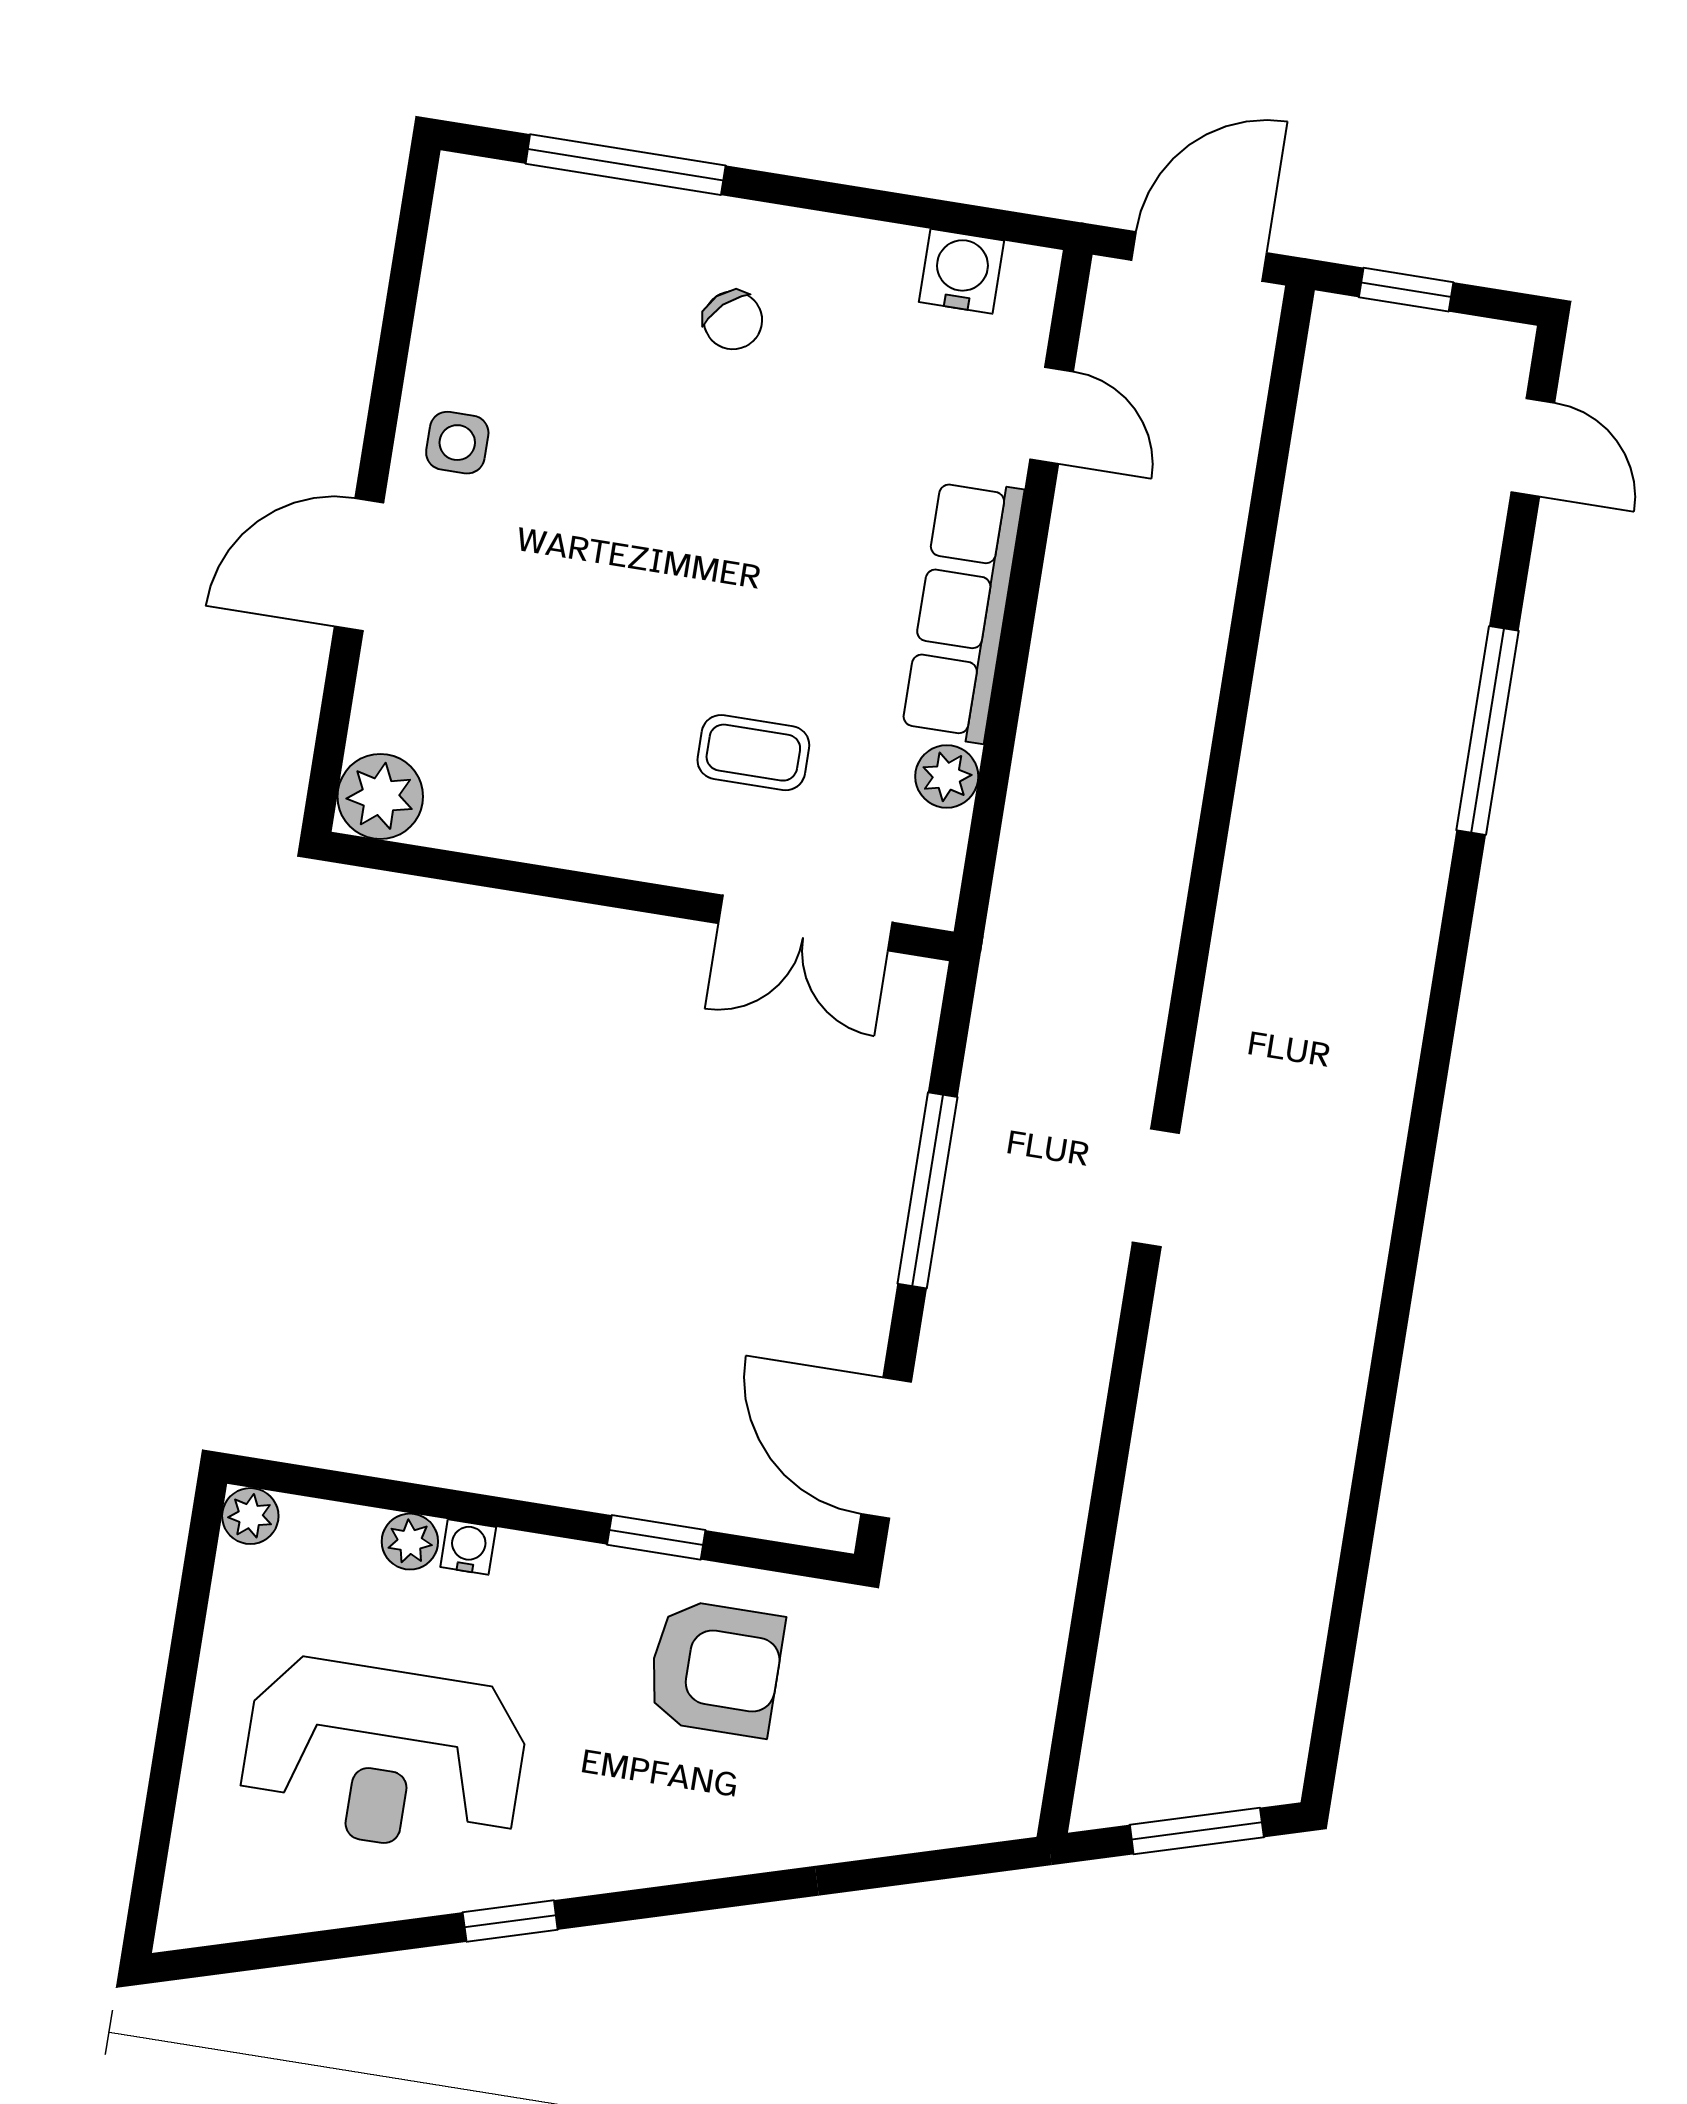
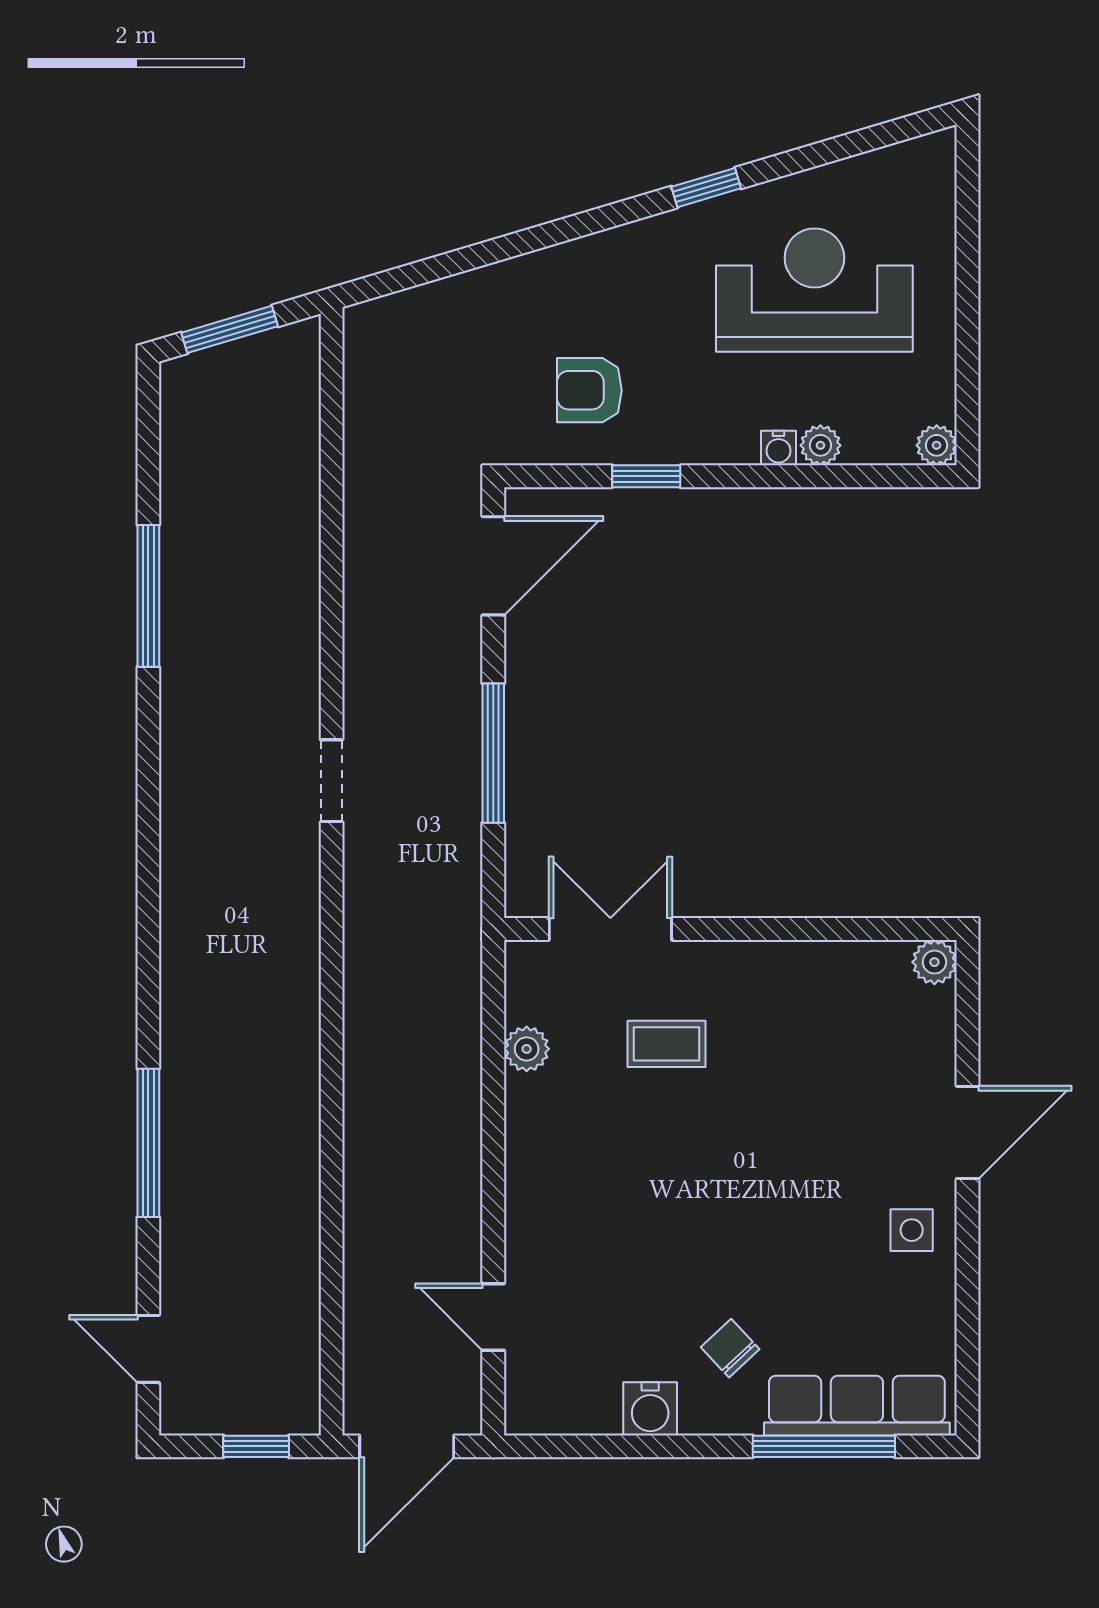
water cooler: (962, 271) -> (650, 1409), moved
row of seats: (963, 610) -> (857, 1406), moved, turned -90
plant: (380, 796) -> (934, 962), width x0.73, depth x0.73
door: (886, 1448) -> (493, 566), hinge flipped
window: (1367, 1482) -> (148, 596), added
armchair: (715, 1668) -> (589, 390), width x0.72, depth x0.72

